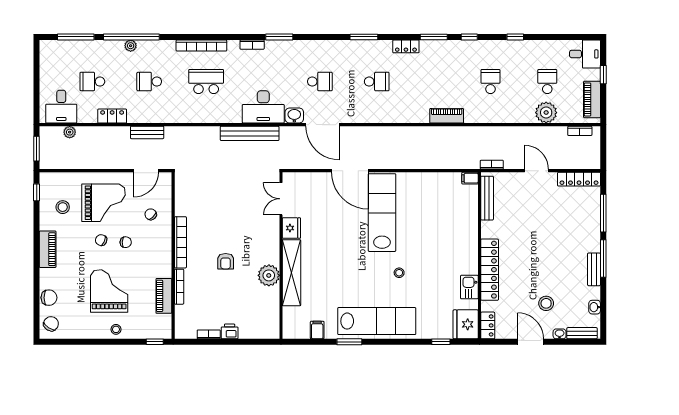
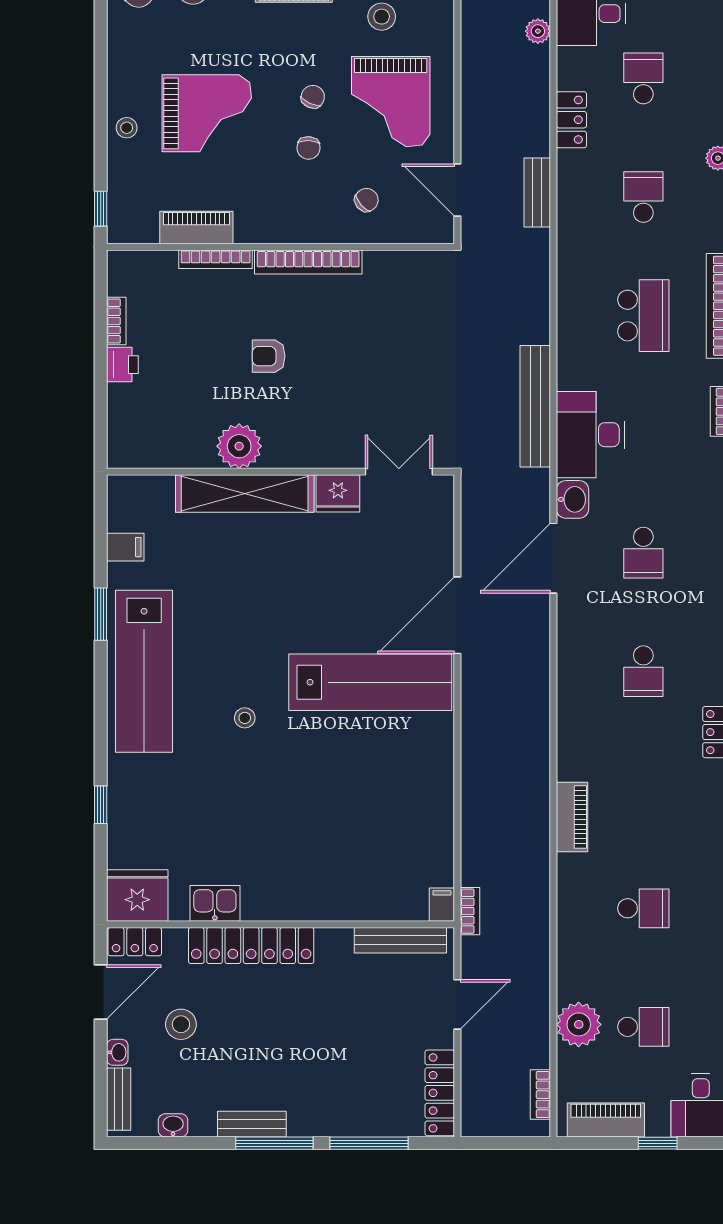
filing cabinet: (470, 178) -> (442, 905), moved
bench: (487, 198) -> (400, 940), moved
wall: (479, 256) -> (281, 924), moved
locker: (490, 270) -> (251, 946), moved
kitchen sink: (469, 287) -> (215, 903), moved
fridge: (466, 324) -> (137, 896), moved
locker: (488, 325) -> (135, 942), moved

